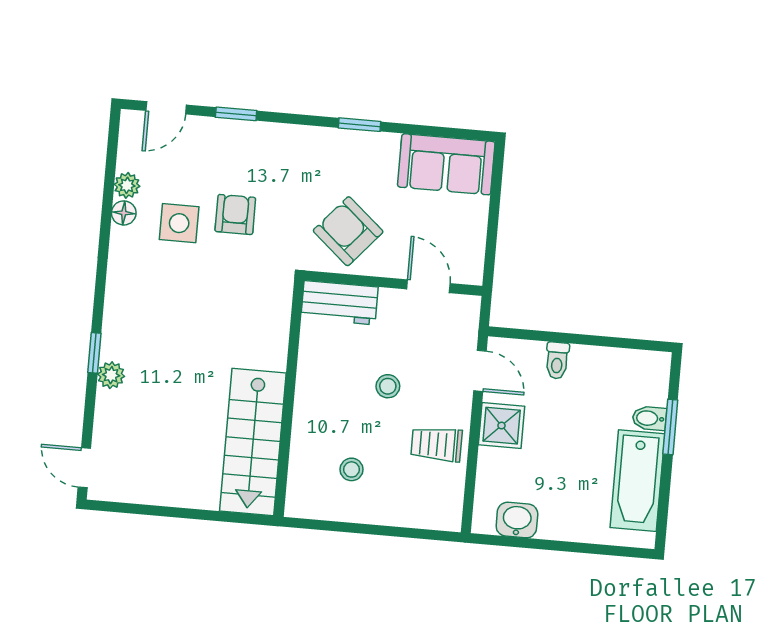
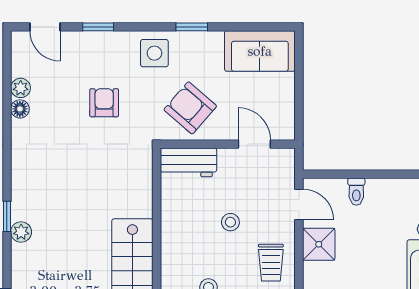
door: (166, 108) -> (45, 27), hinge flipped
side table: (179, 223) -> (154, 53), moved
trolley: (436, 444) -> (271, 263), turned -90

